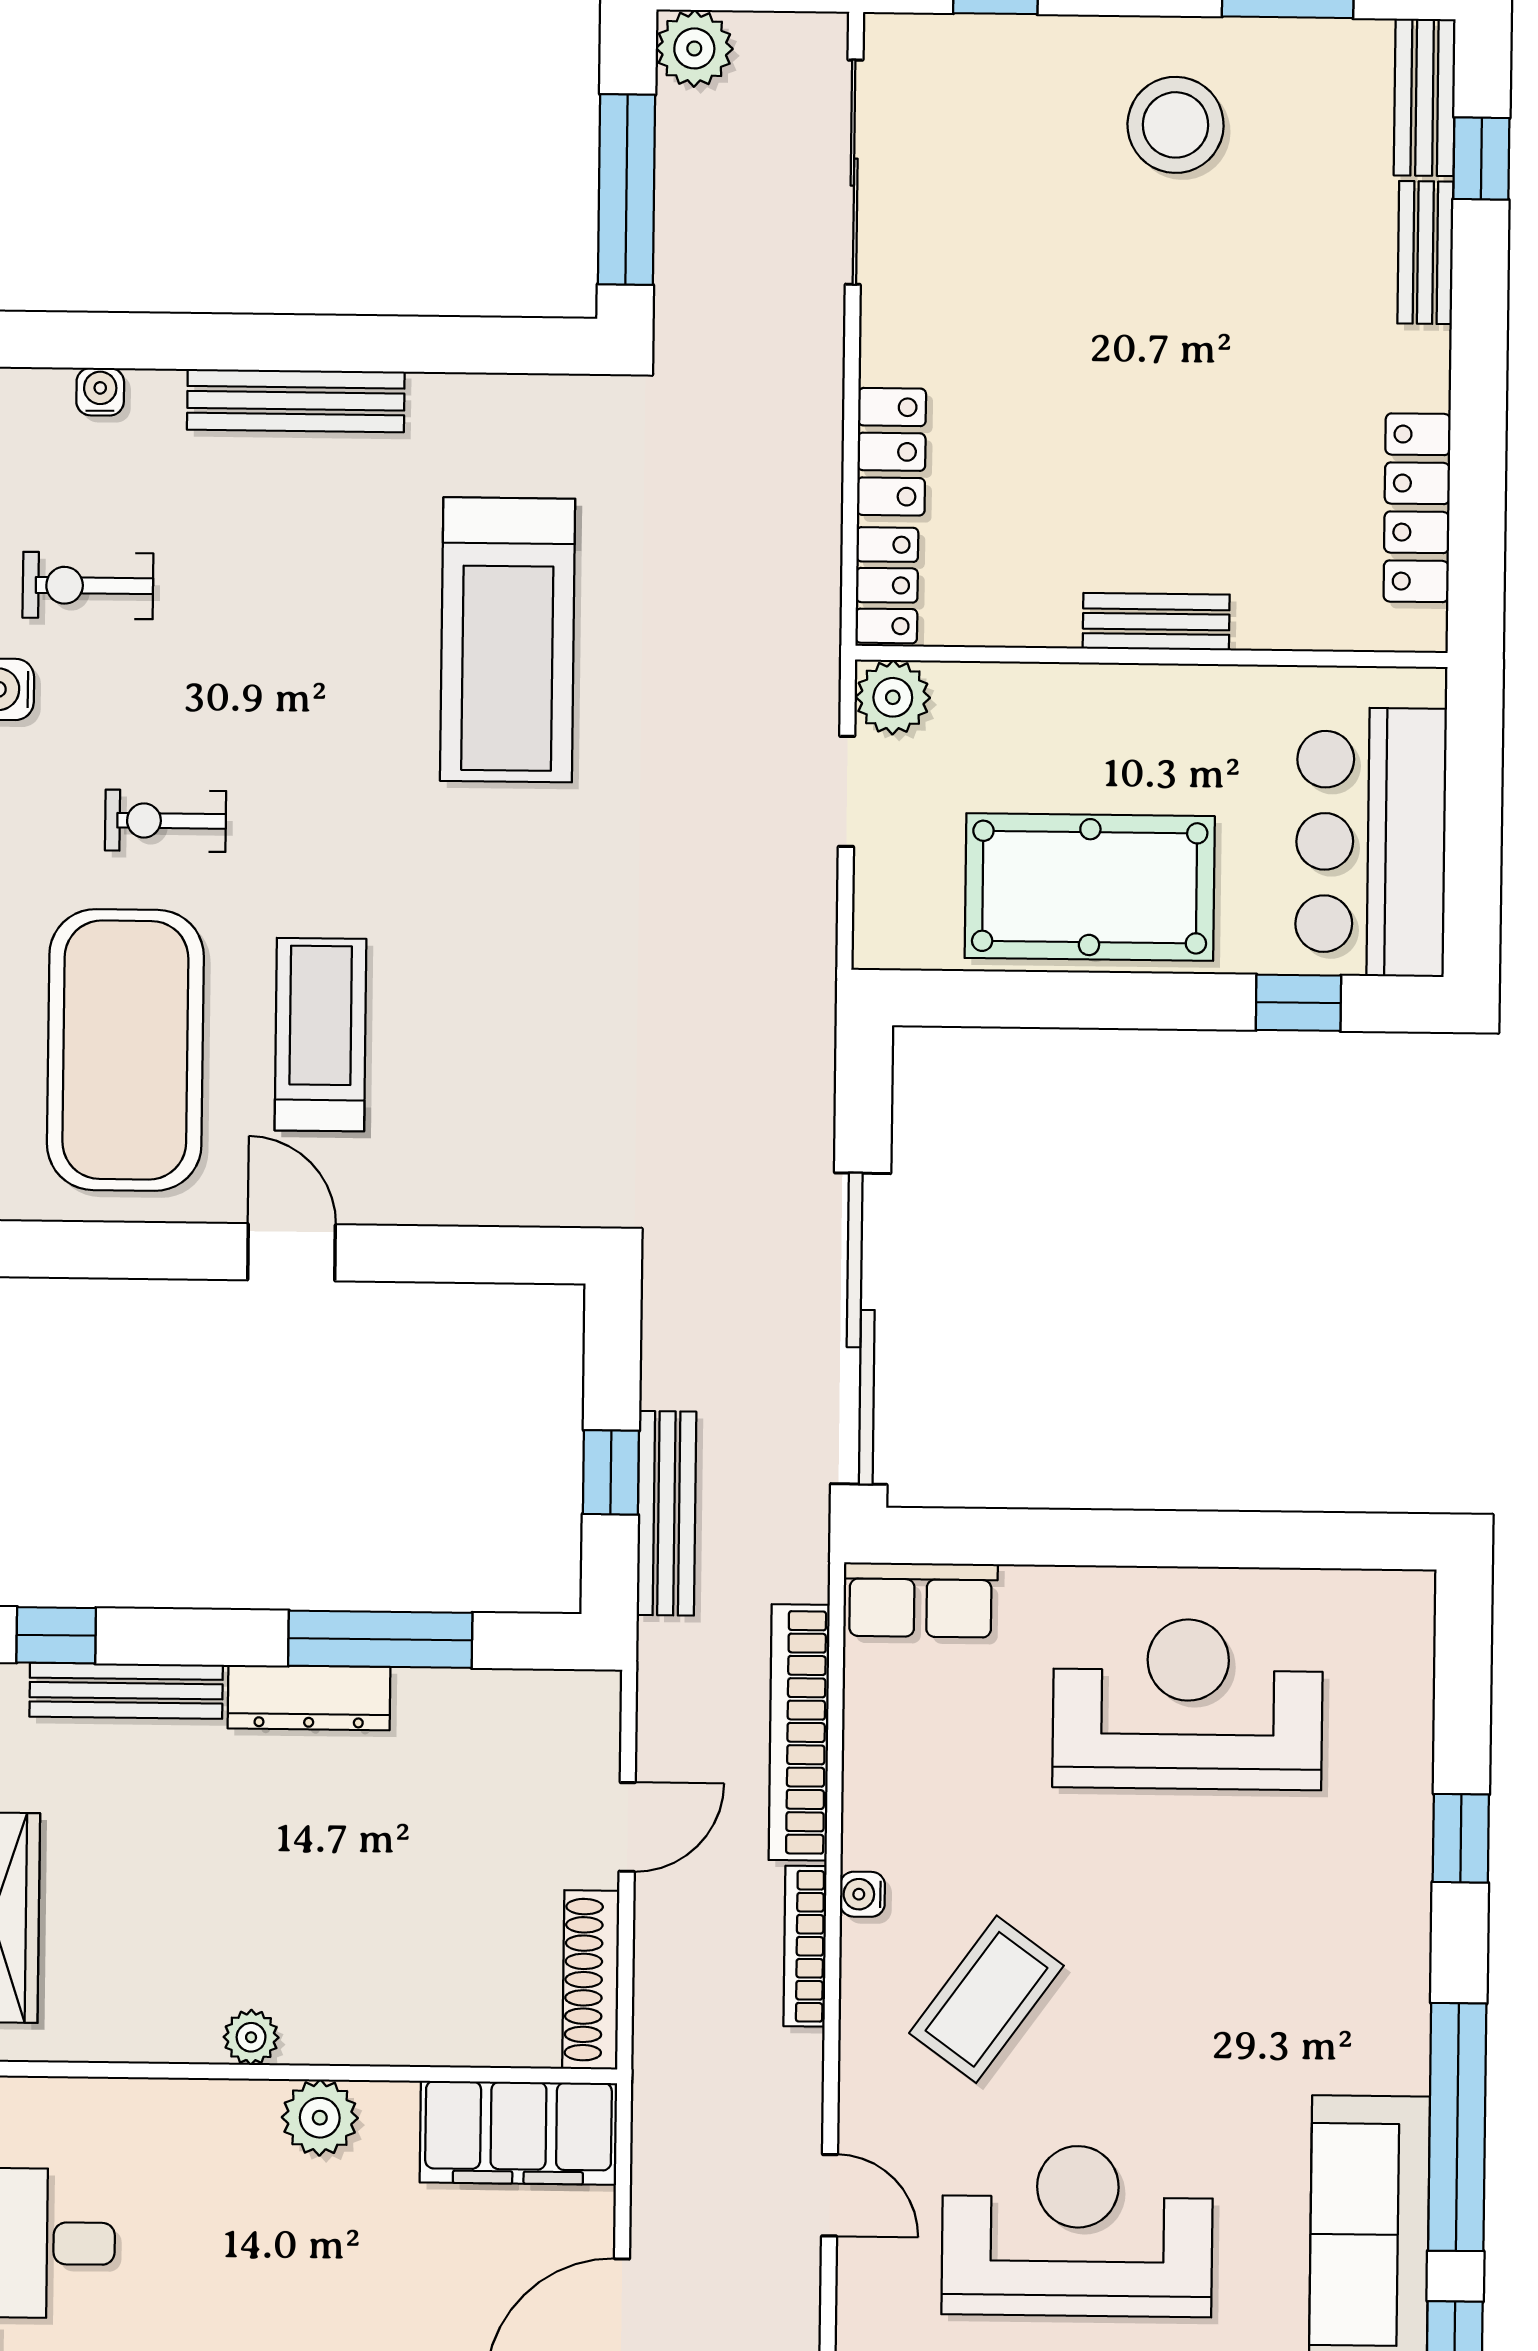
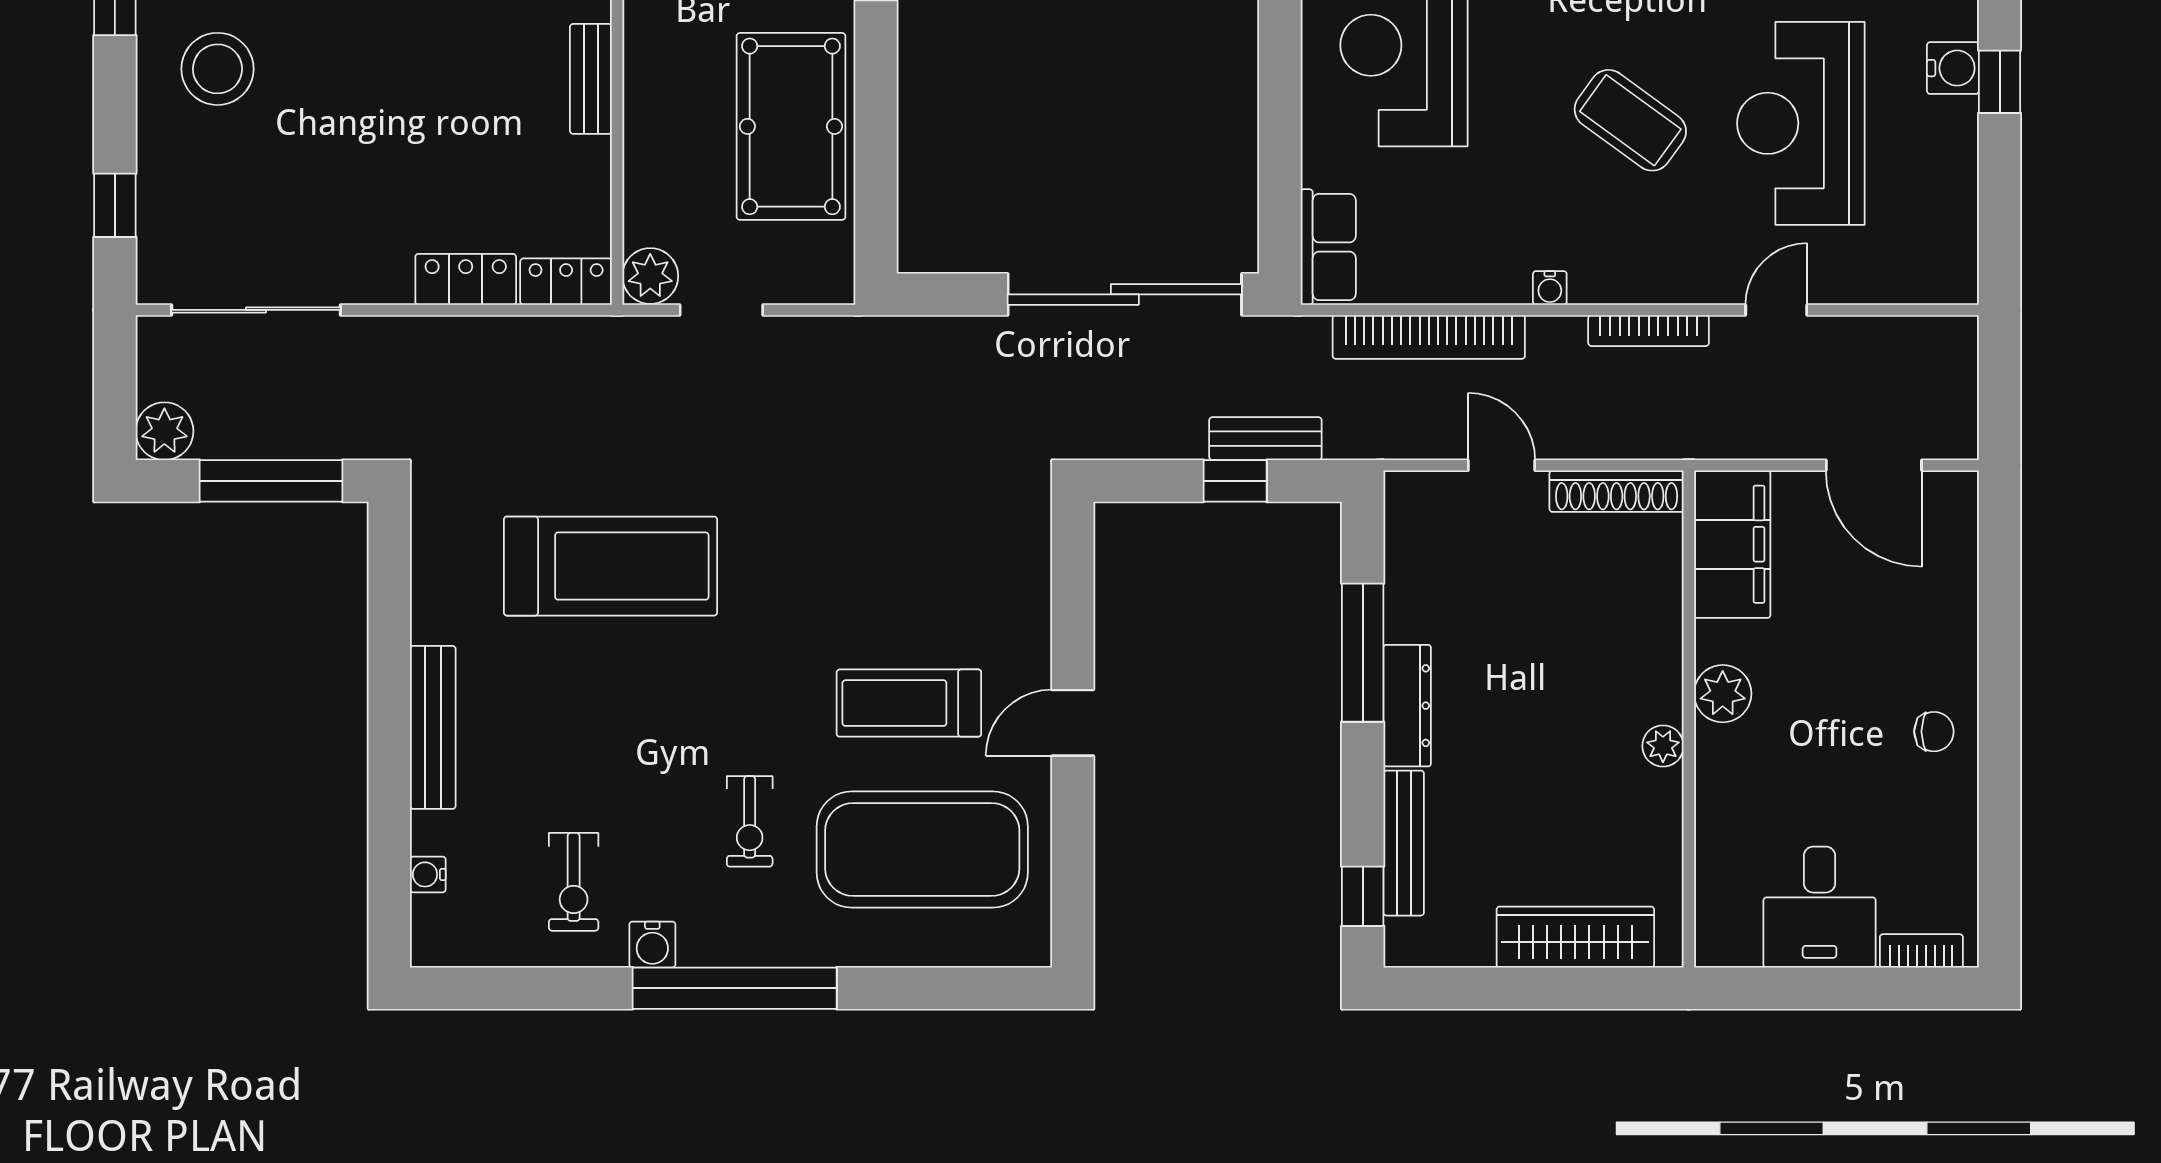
bench: (666, 1513) -> (1265, 439), width x0.73
bookcase: (805, 1946) -> (1649, 331), moved
coffee table: (986, 1999) -> (1630, 120), moved

